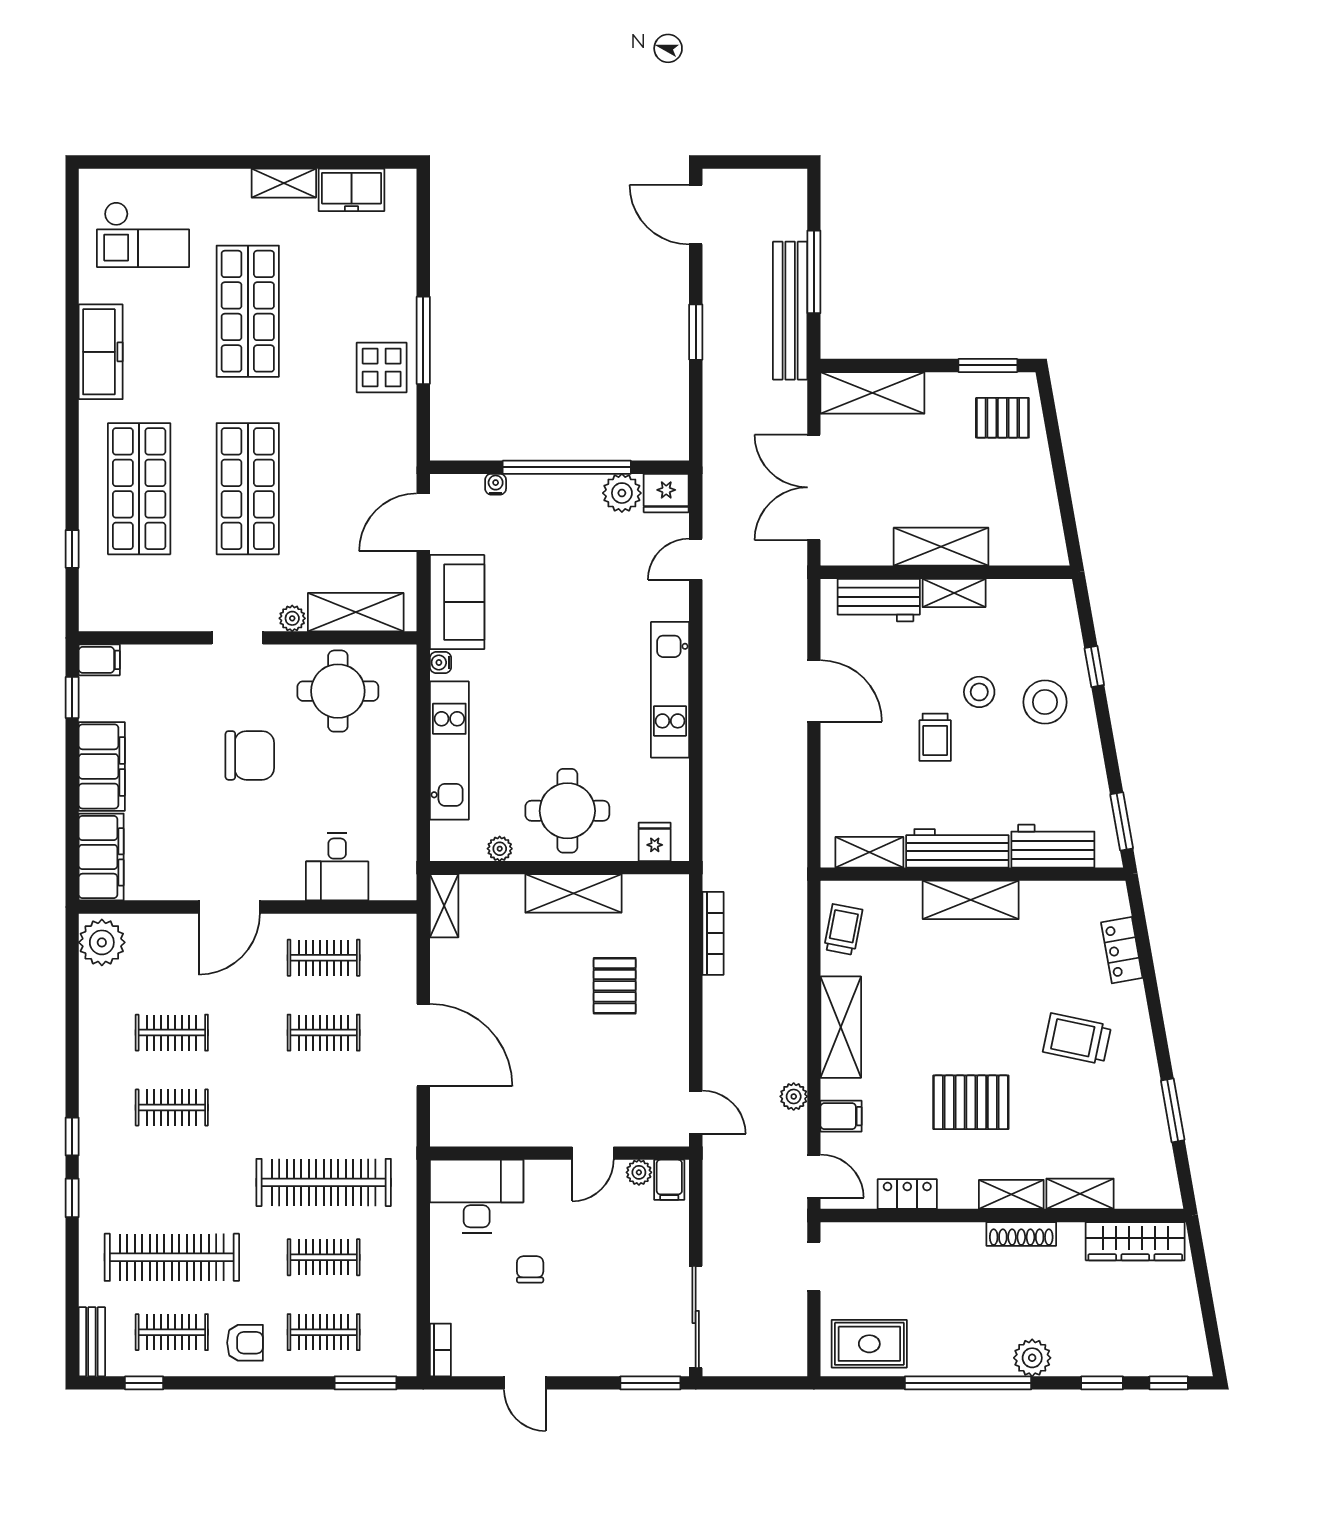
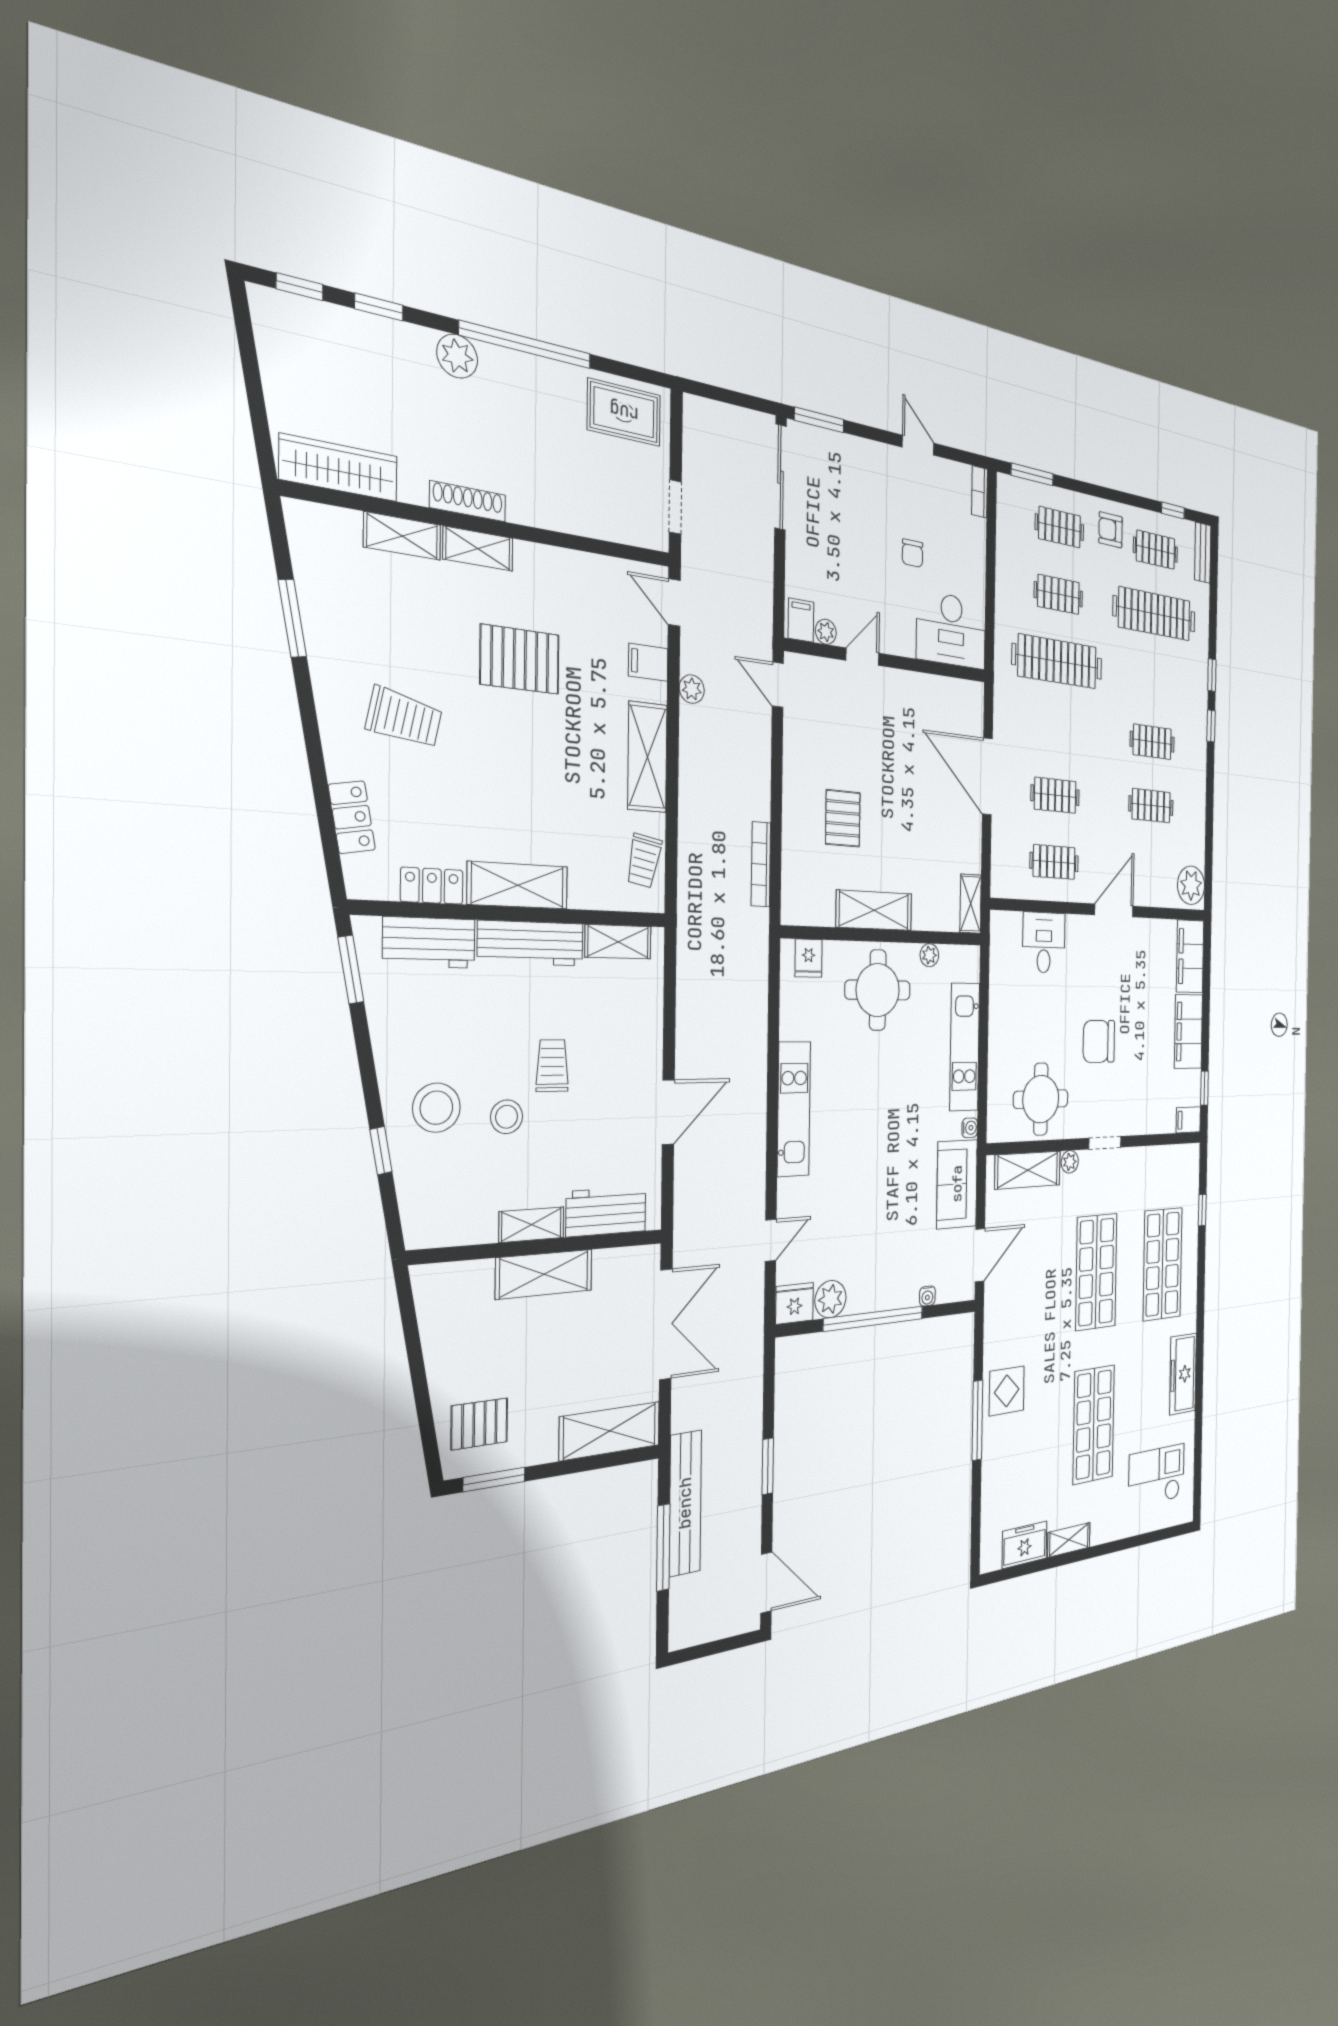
door: (814, 691) -> (668, 1112), swing flipped
locker: (907, 1194) -> (432, 886), moved, turned 180

